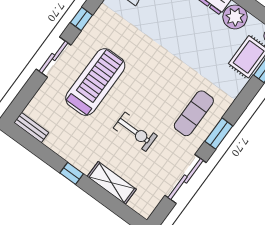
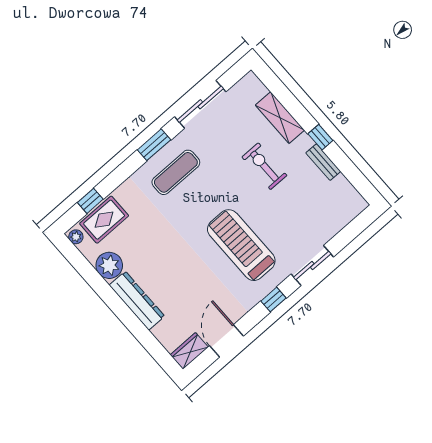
treadmill: (95, 82) -> (241, 245), moved, turned 90
bench: (31, 128) -> (323, 162), moved
exercise bike: (135, 132) -> (264, 166), moved

